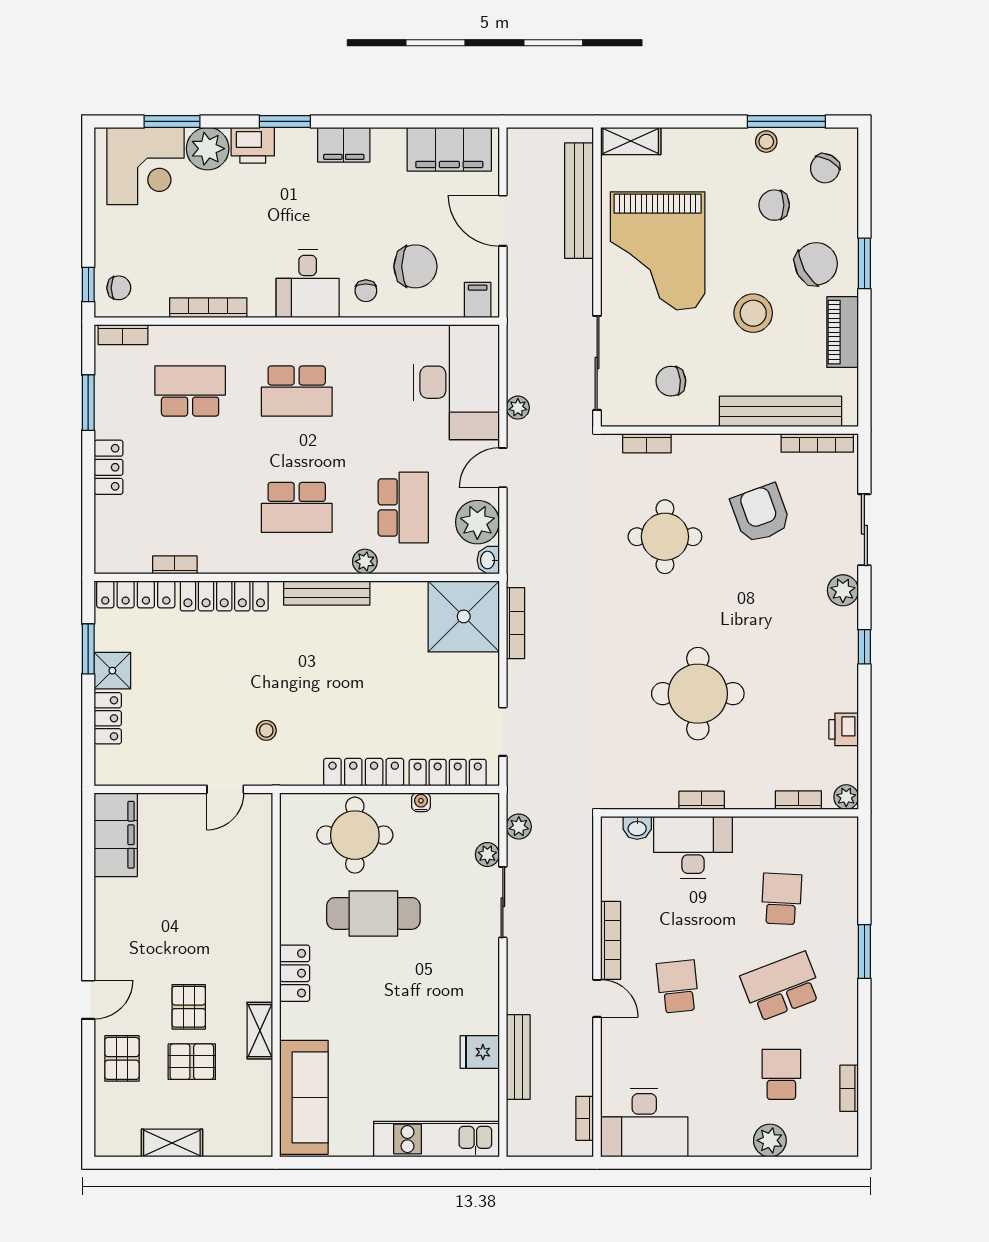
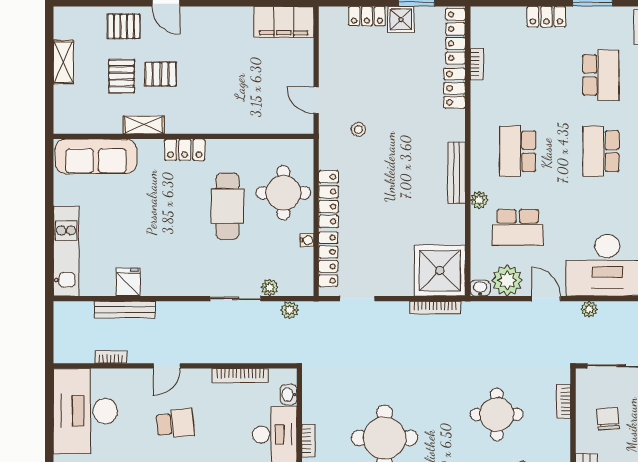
locker: (224, 596) -> (454, 88), width x0.66
bookcase: (611, 940) -> (240, 376), moved
bookcase: (585, 1118) -> (111, 357), moved
desk: (644, 1122) -> (85, 411), width x1.36, depth x1.30

